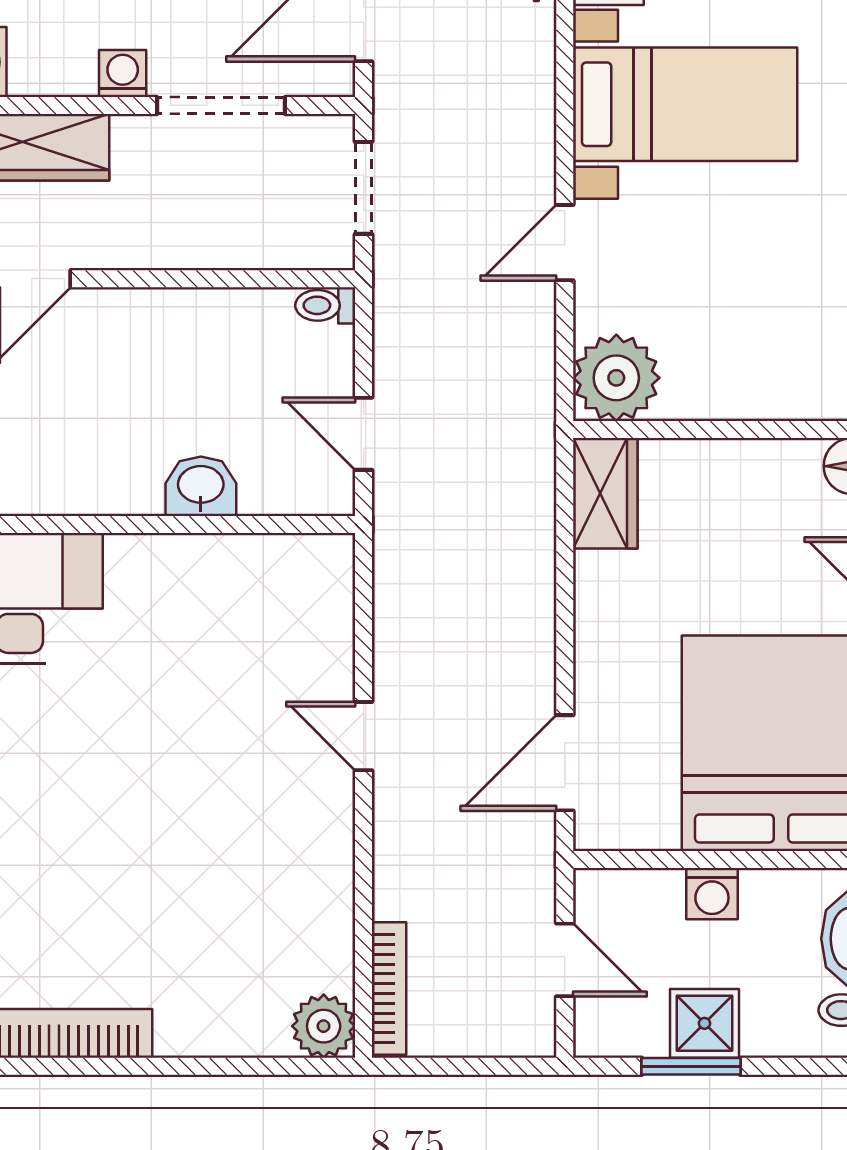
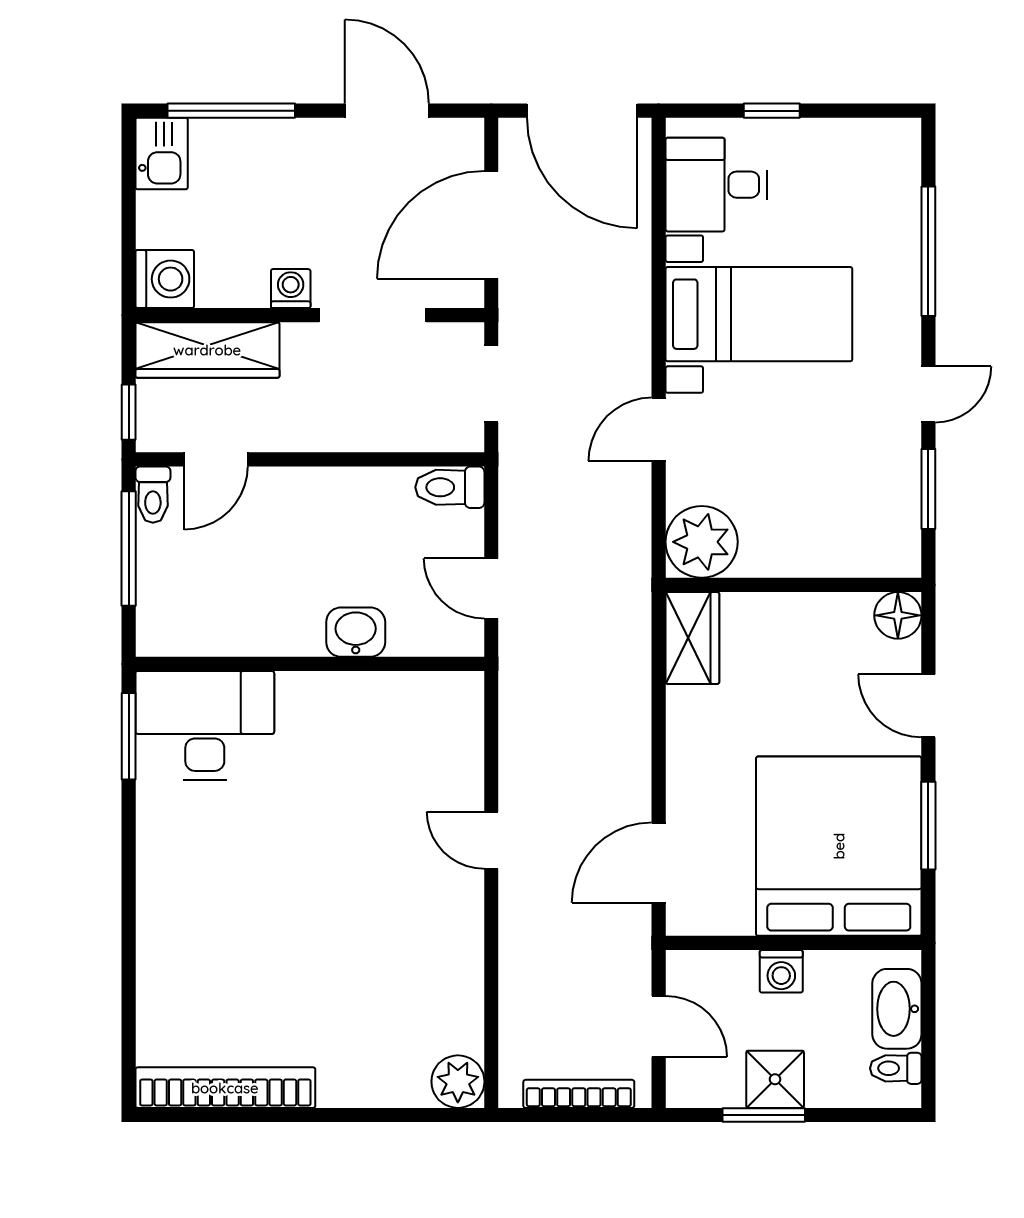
toilet: (325, 305) -> (450, 487), width x1.37, depth x1.39
bookcase: (389, 989) -> (579, 1094), moved, turned -90

